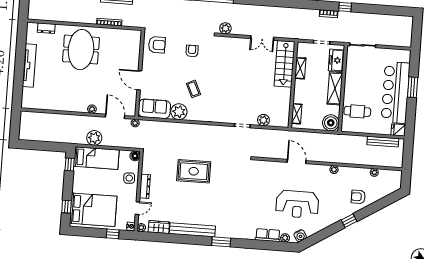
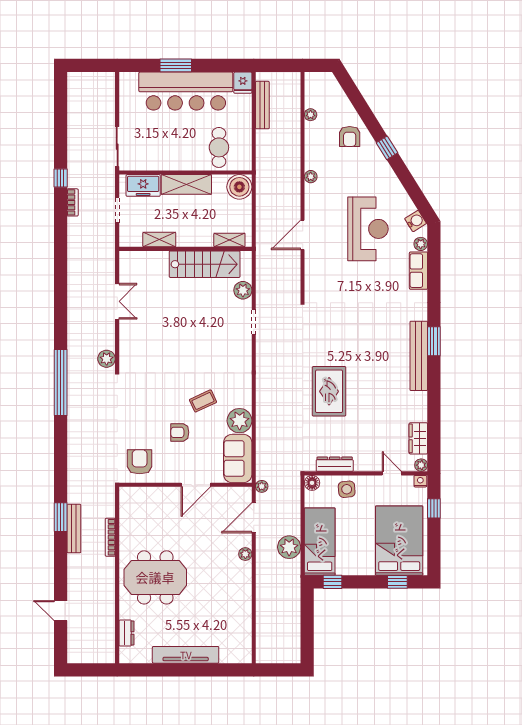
armchair: (192, 51) -> (180, 432), moved
stairs: (285, 64) -> (205, 264), moved
dresser: (145, 186) -> (335, 464), moved
bench: (192, 230) -> (419, 356), moved

